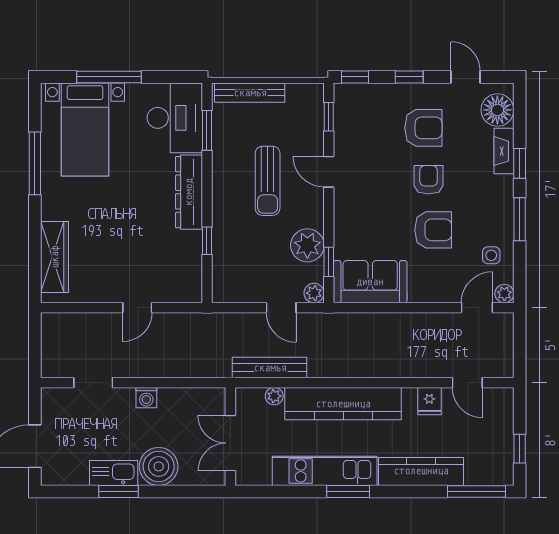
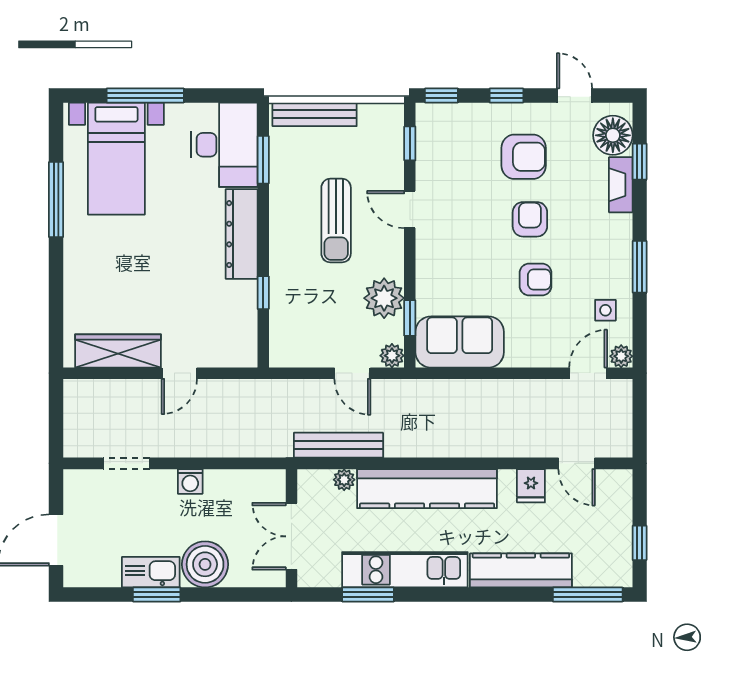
window: (520, 163) -> (640, 162), moved
armchair: (433, 230) -> (536, 279), width x0.72, depth x0.72
wardrobe: (55, 257) -> (118, 351), moved, turned -90
window: (348, 491) -> (368, 594), moved

